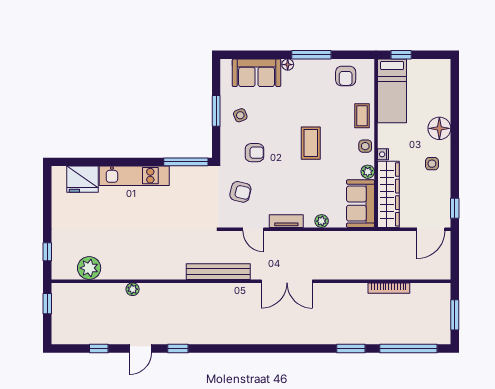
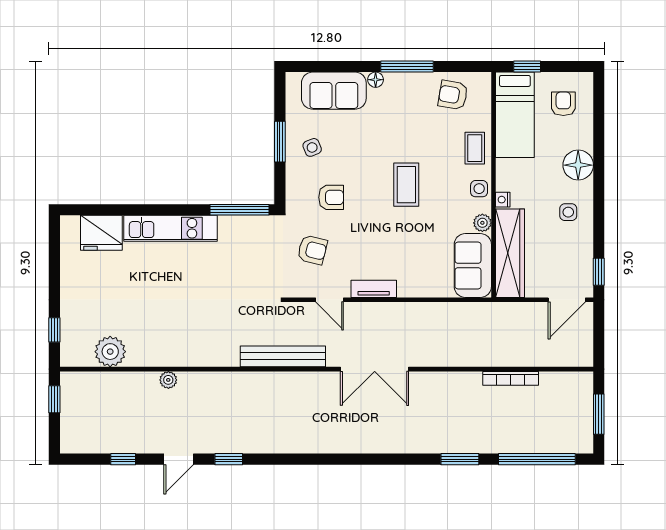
armchair: (346, 76) -> (453, 95), turned 100
armchair: (428, 83) -> (563, 104), added
plant: (322, 221) -> (421, 289), removed

